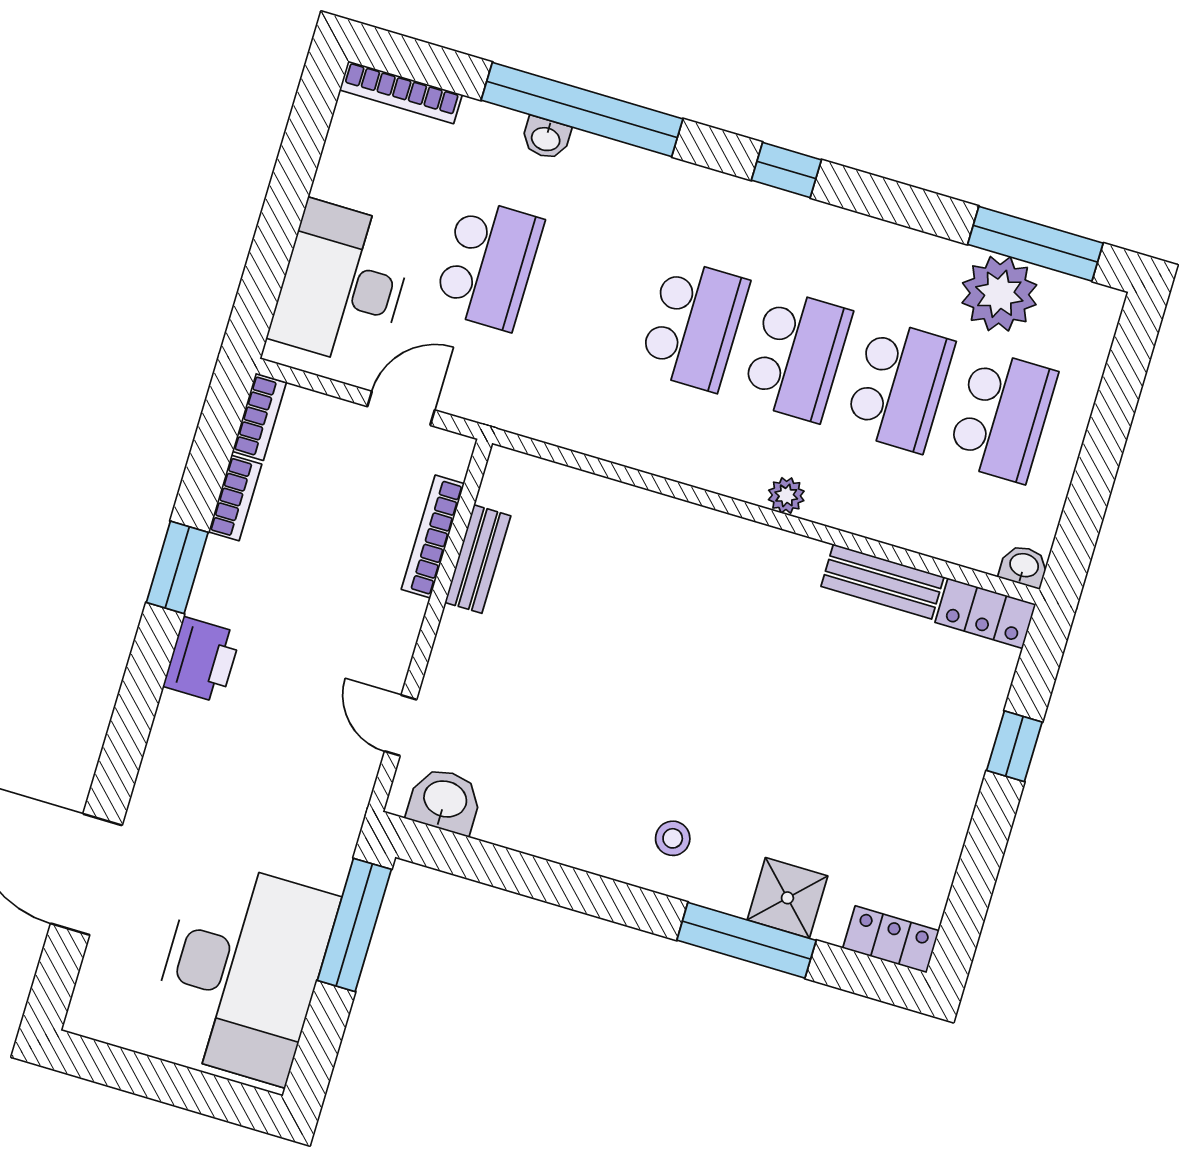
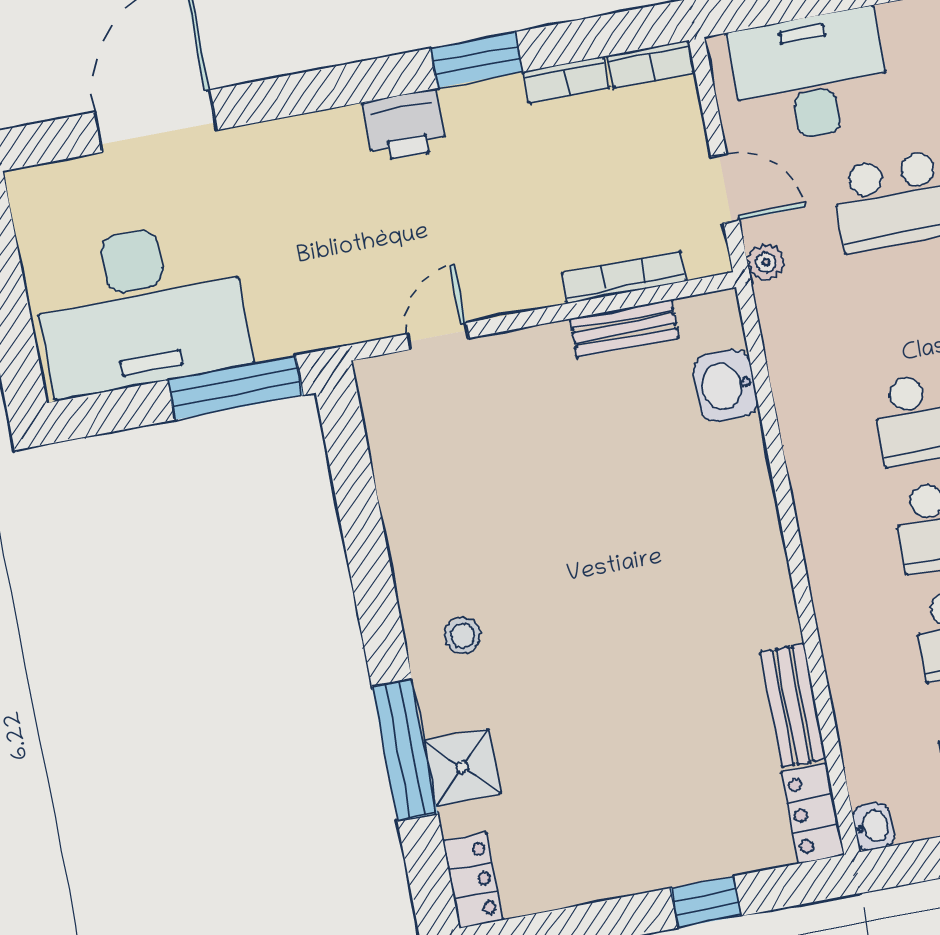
plant: (786, 495) -> (766, 262), moved
washbasin: (445, 801) -> (725, 386), moved, turned 180

